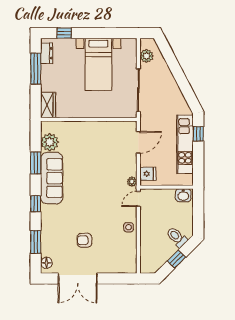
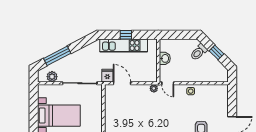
window: (172, 62) -> (57, 56), added
window: (198, 134) -> (126, 35), moved
fridge: (148, 174) -> (107, 76), moved
washbasin: (183, 195) -> (165, 58), moved

